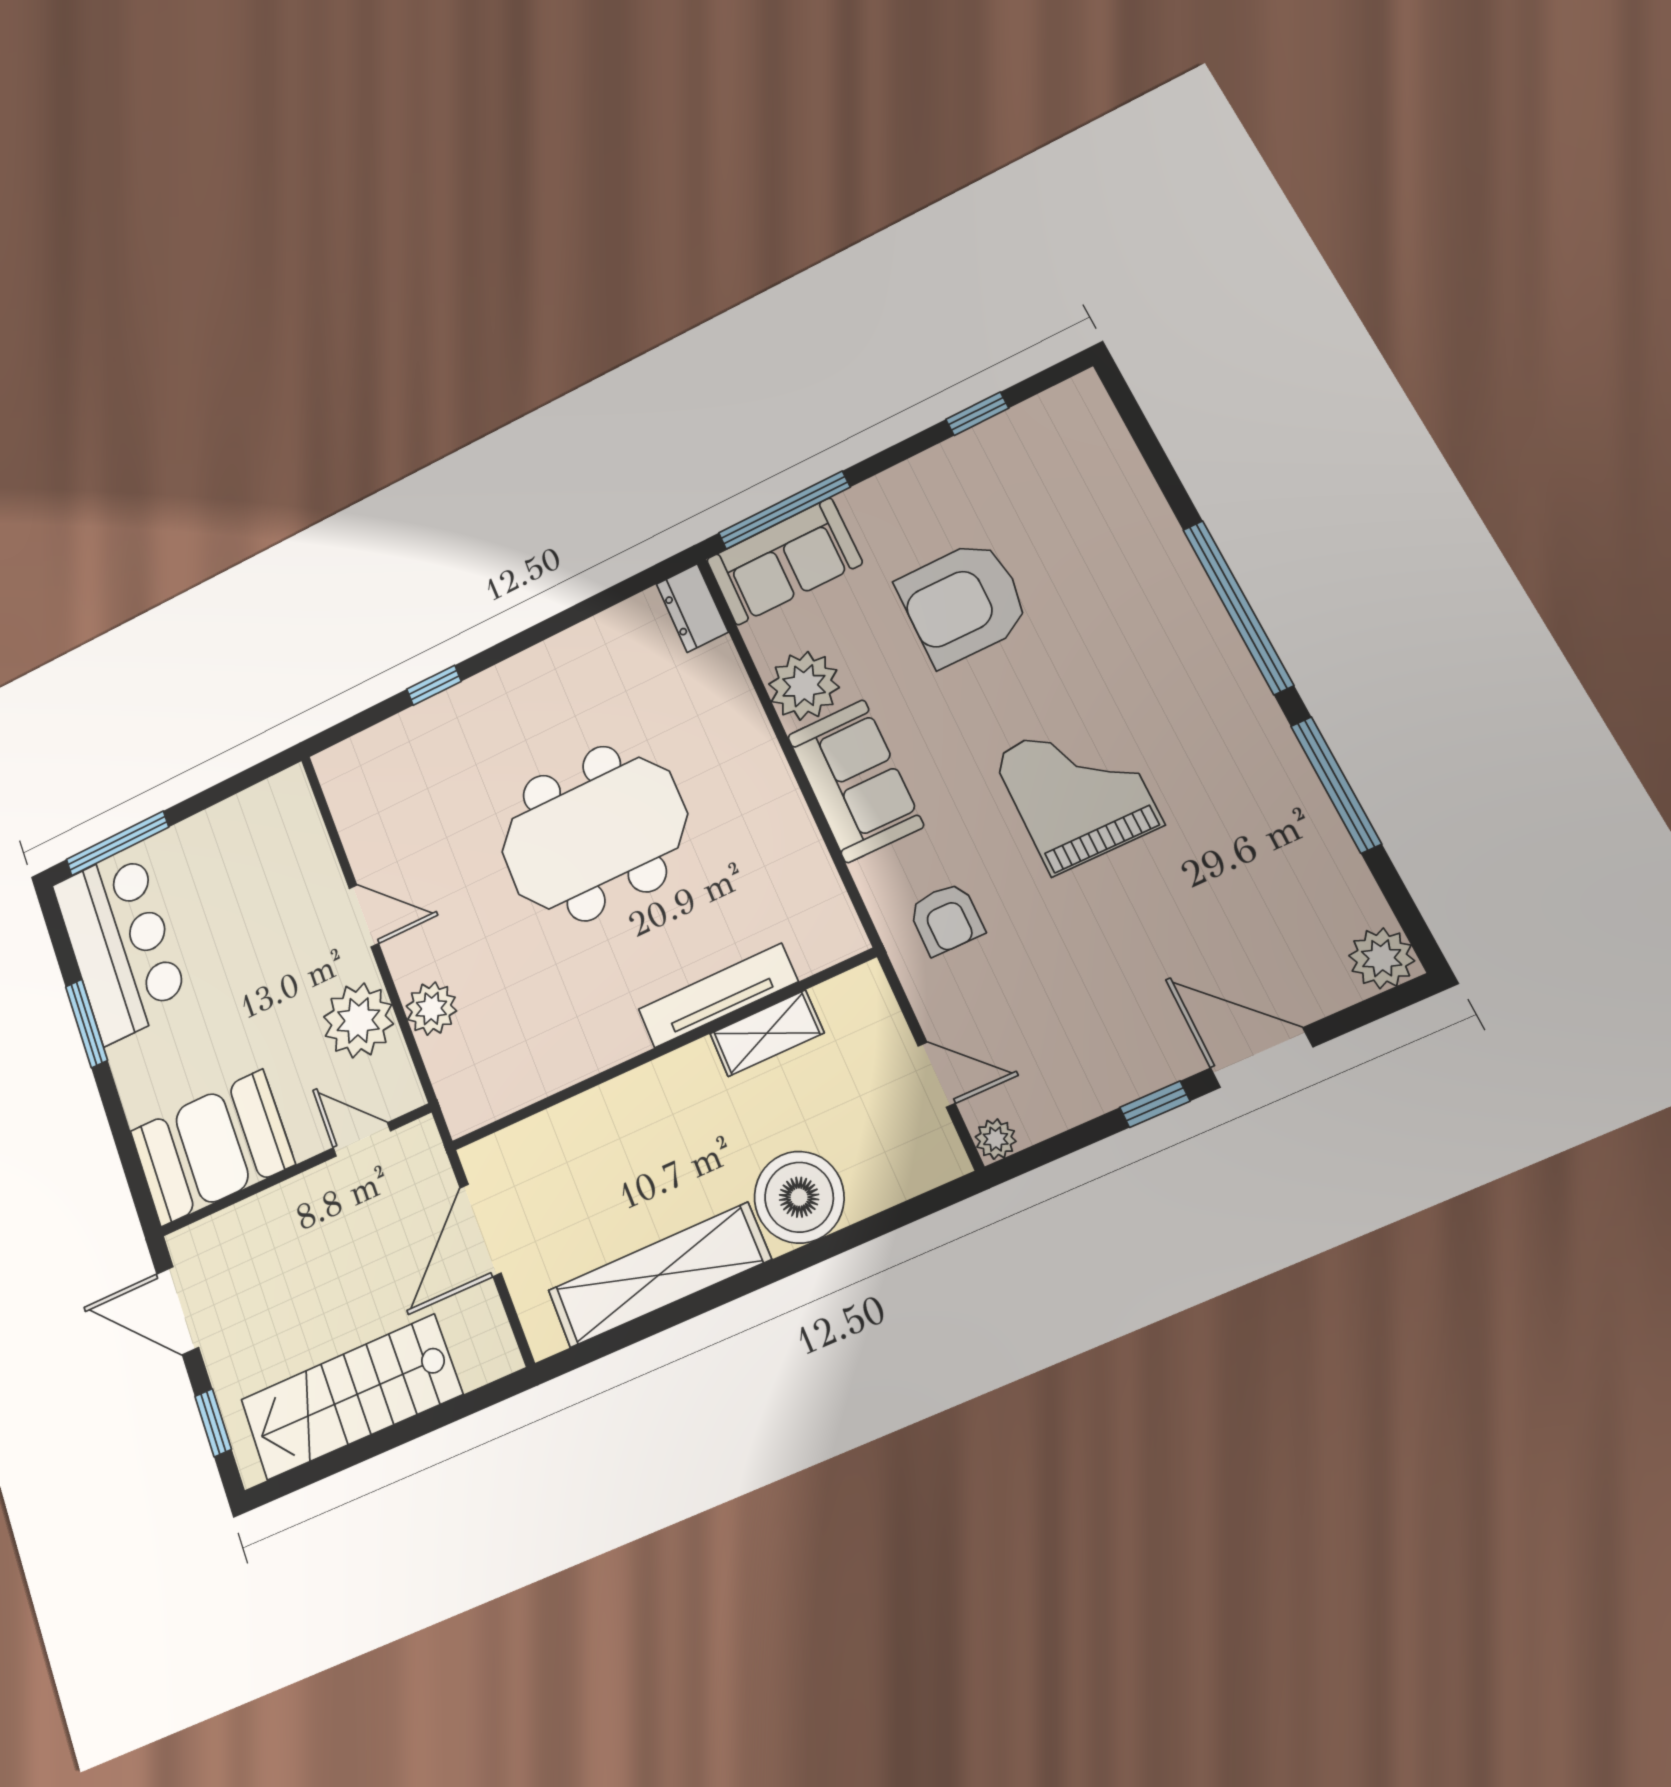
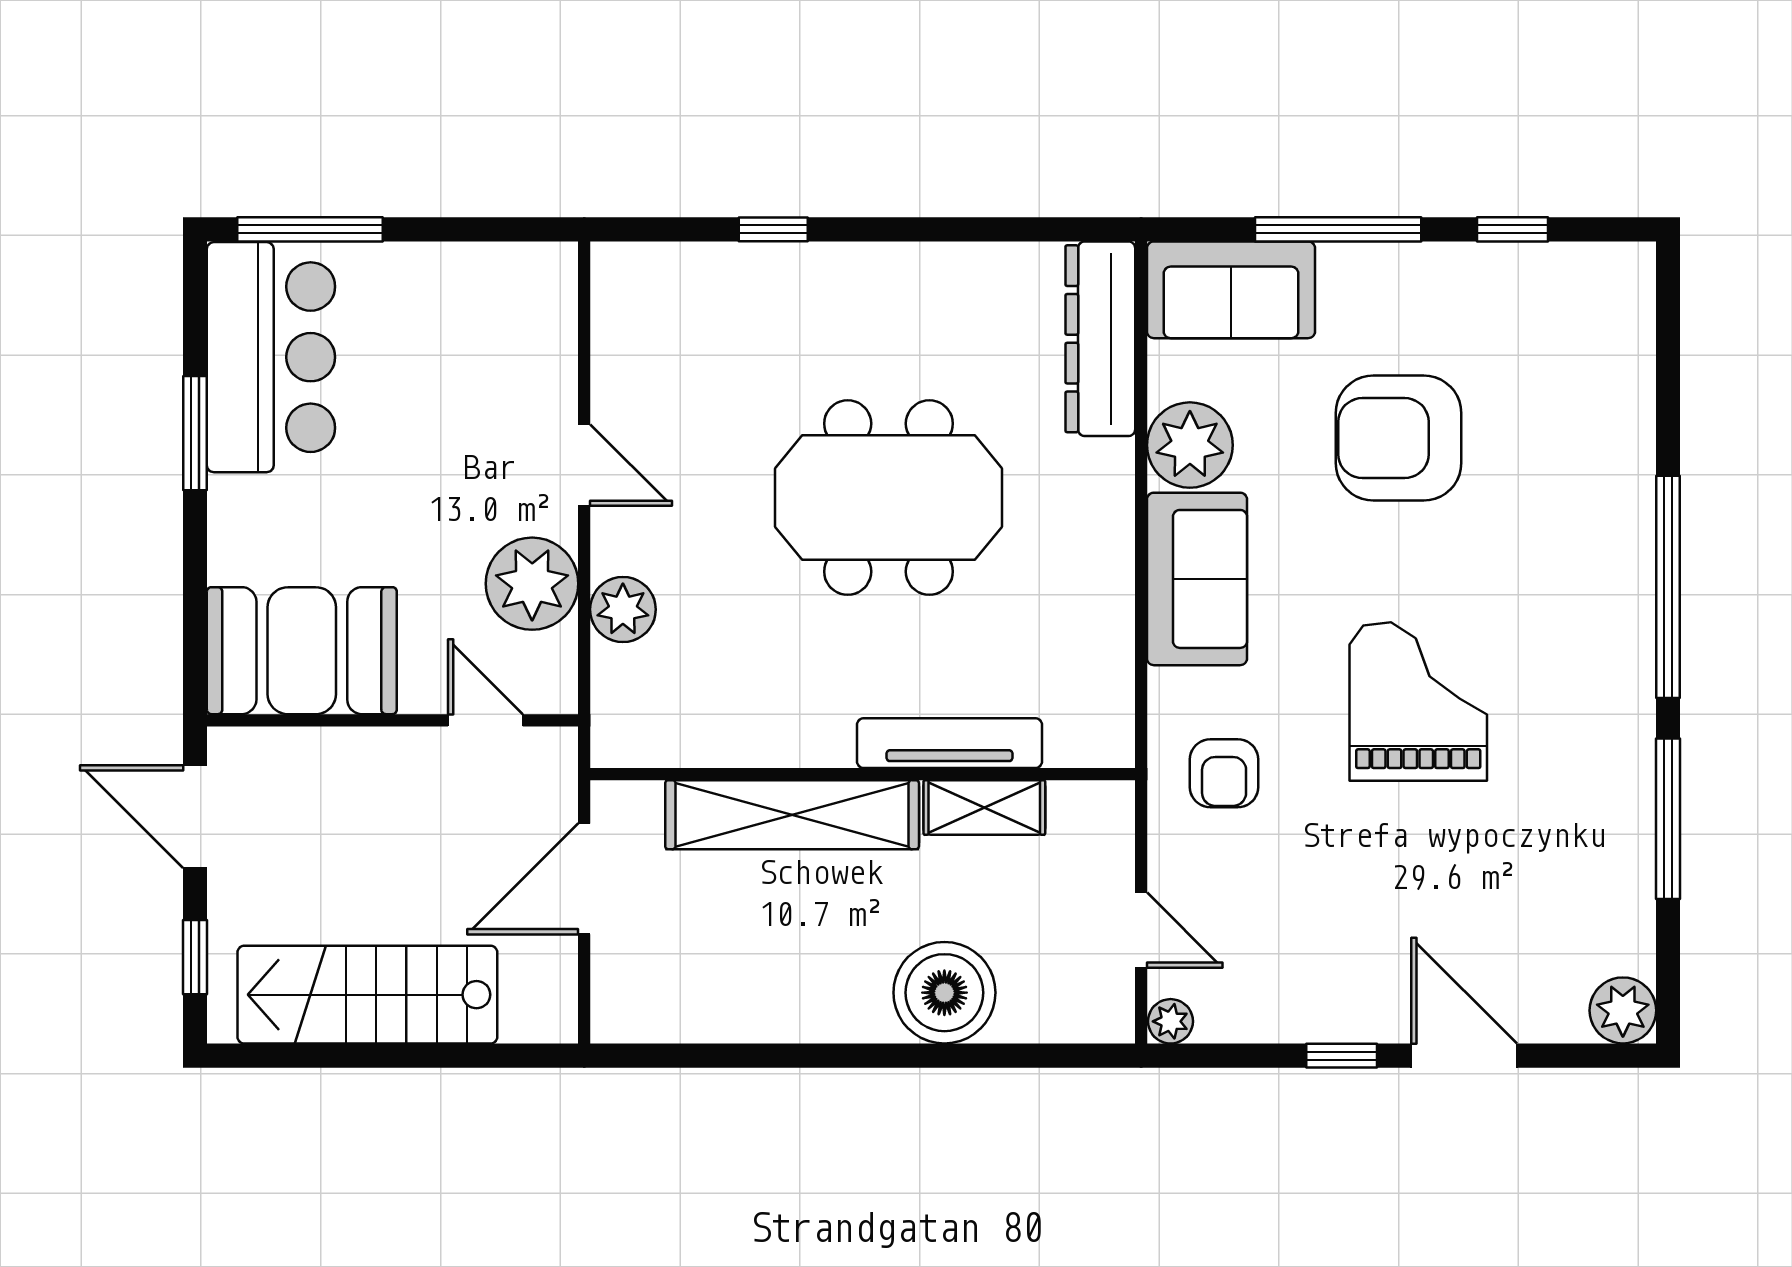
window: (784, 510) -> (1338, 229), moved
dresser: (692, 608) -> (1100, 339), width x1.96, depth x1.24
shelving: (659, 1275) -> (792, 815), moved

